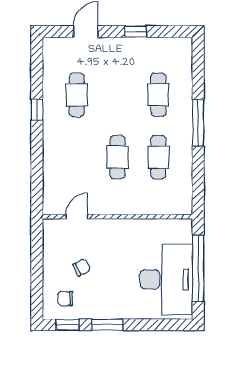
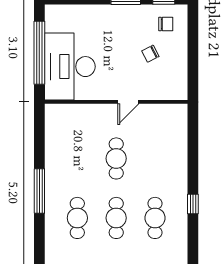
cafe table: (158, 157) -> (116, 218), moved
door: (77, 217) -> (128, 102), moved
desk: (166, 279) -> (70, 67), moved

